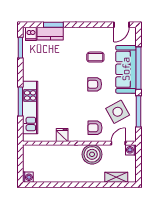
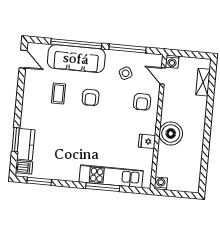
side table: (118, 112) -> (126, 73), width x0.54, depth x0.54
boiler: (92, 154) -> (171, 134), moved
washing machine: (28, 177) -> (161, 183), moved

